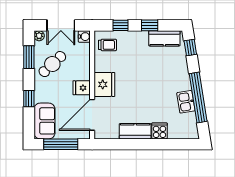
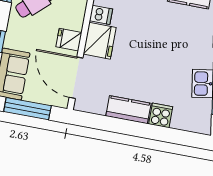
dishwasher: (102, 65) -> (101, 15), added
door: (92, 115) -> (76, 78), hinge flipped

